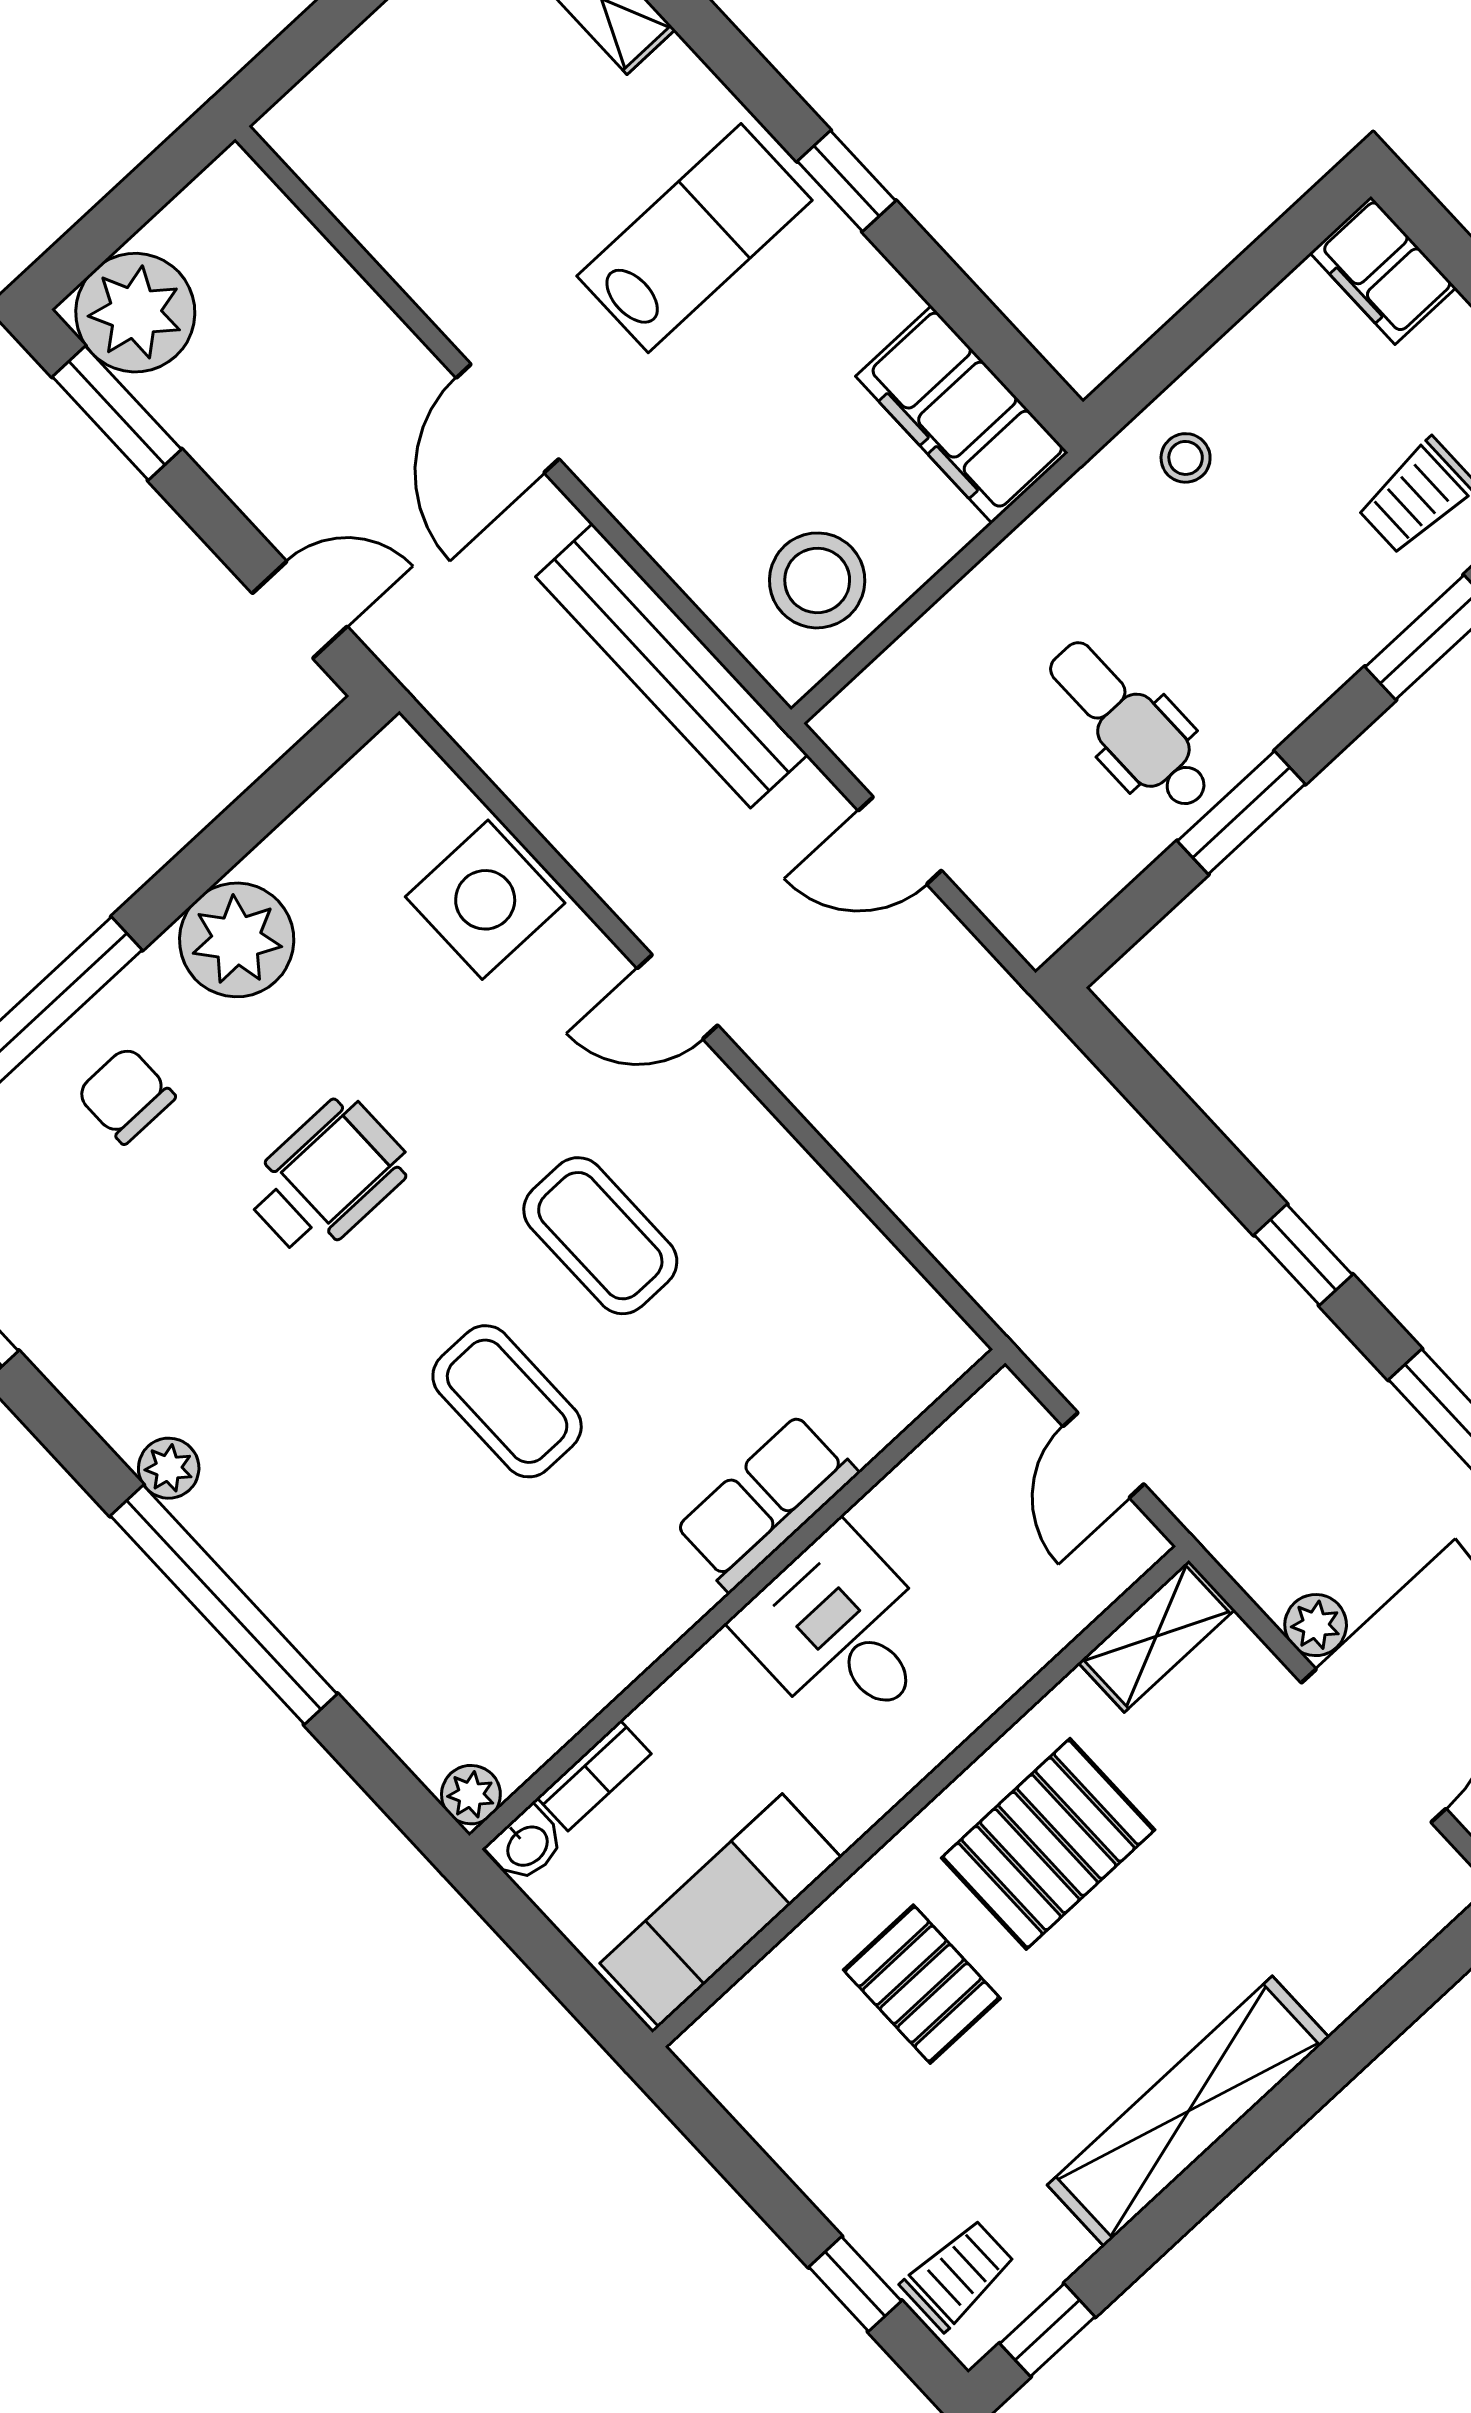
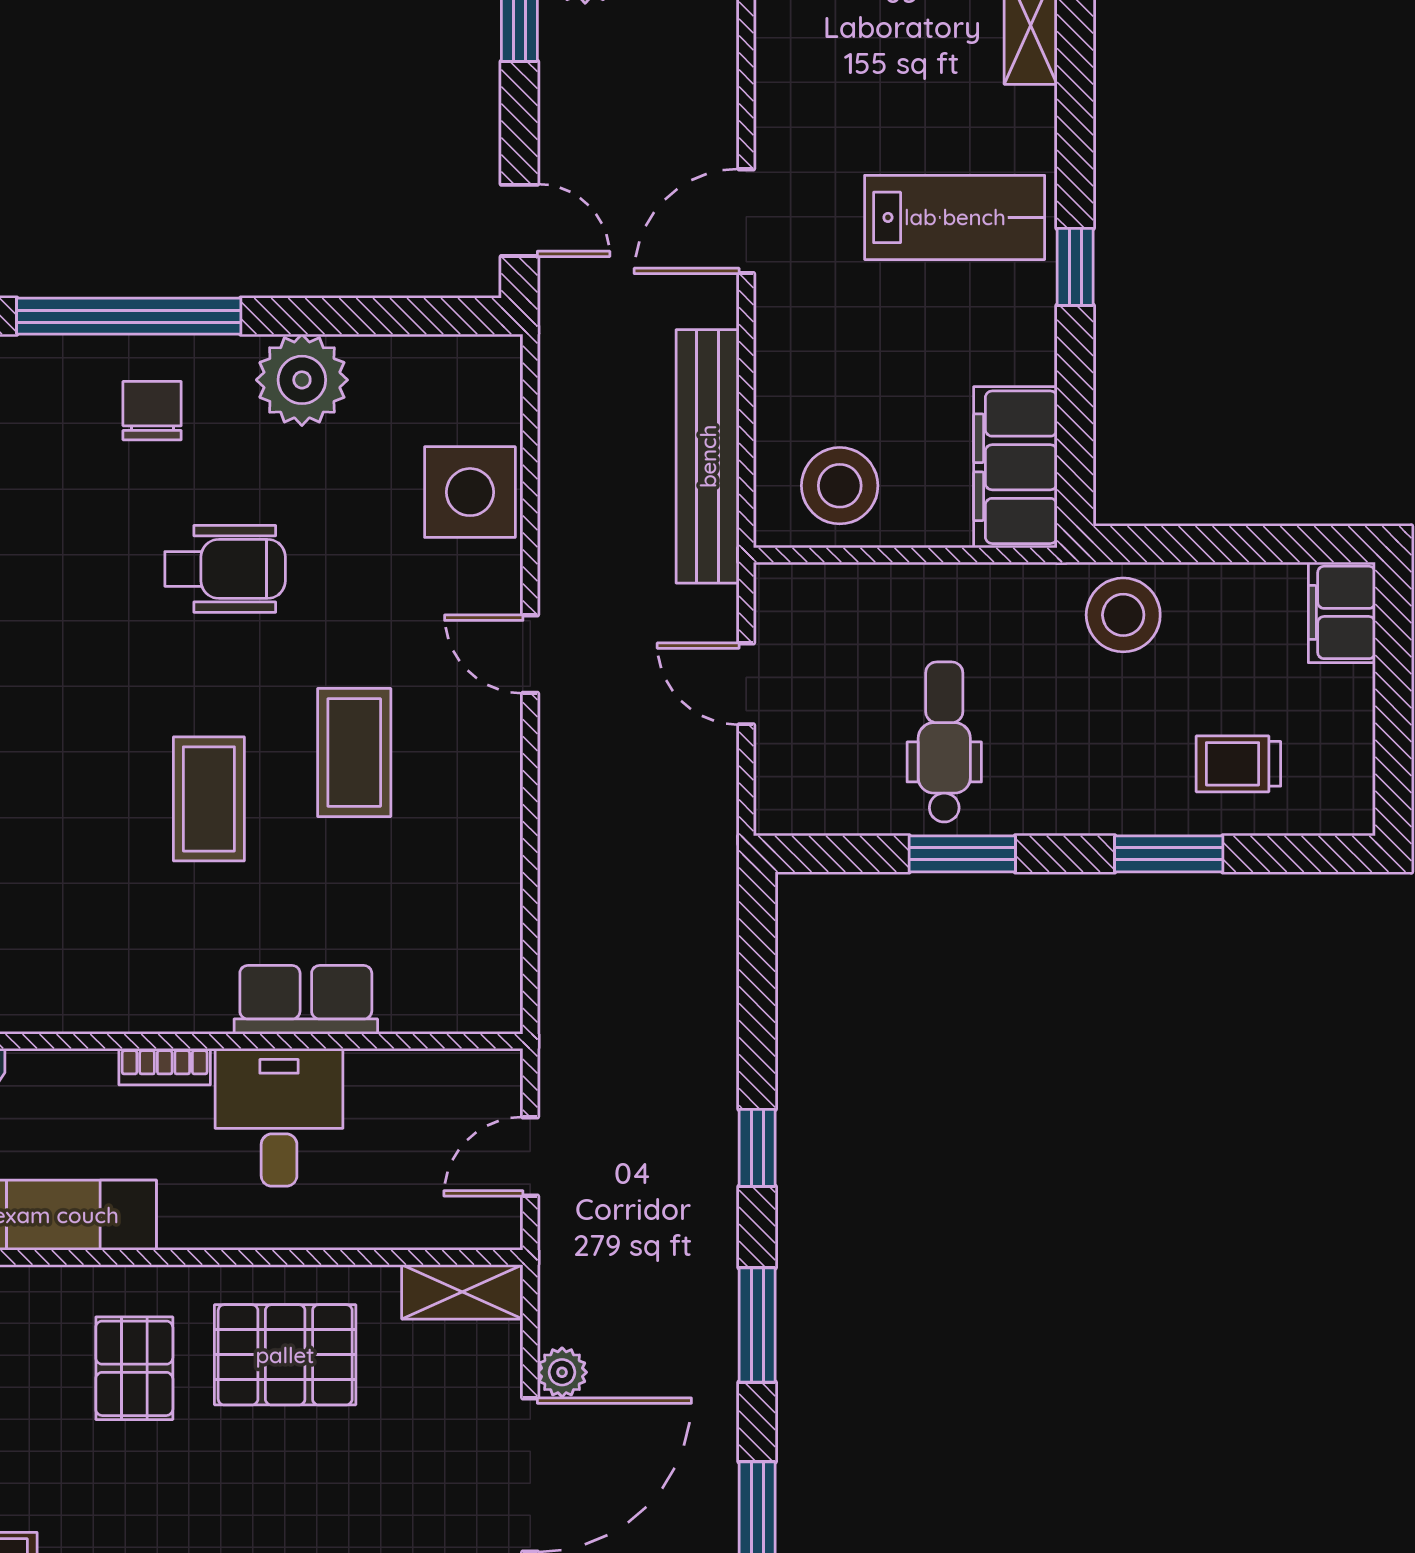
stool: (1186, 458) -> (1123, 615), width x1.89, depth x1.89
bookcase: (594, 1776) -> (165, 1067), moved

